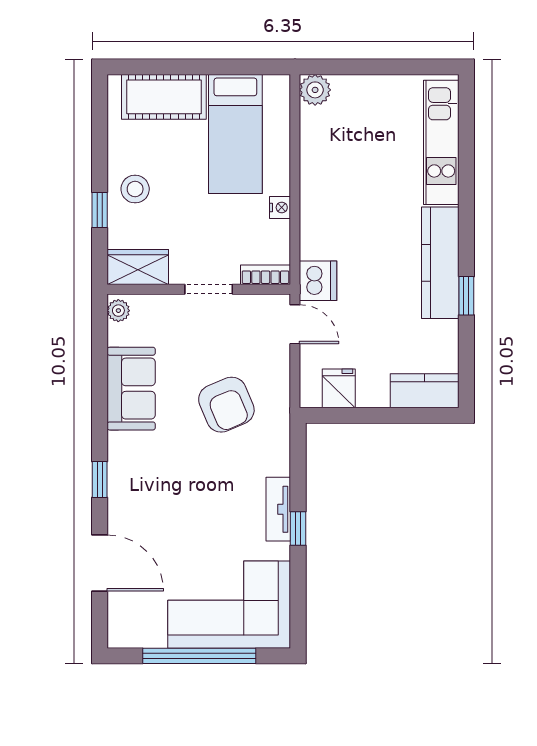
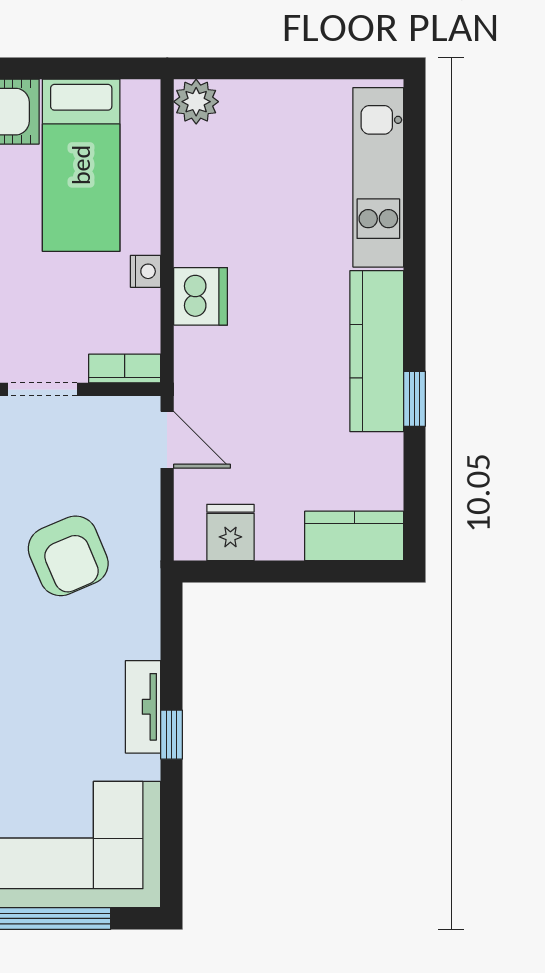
dishwasher: (318, 281) -> (201, 296), moved

